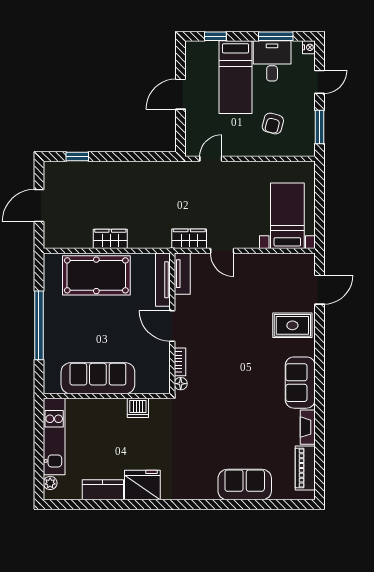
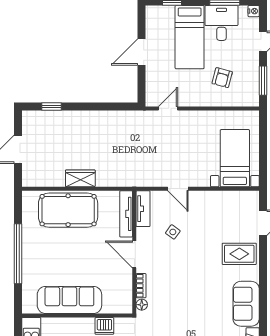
wardrobe: (189, 239) -> (149, 178), removed
side table: (216, 300) -> (173, 232), added

